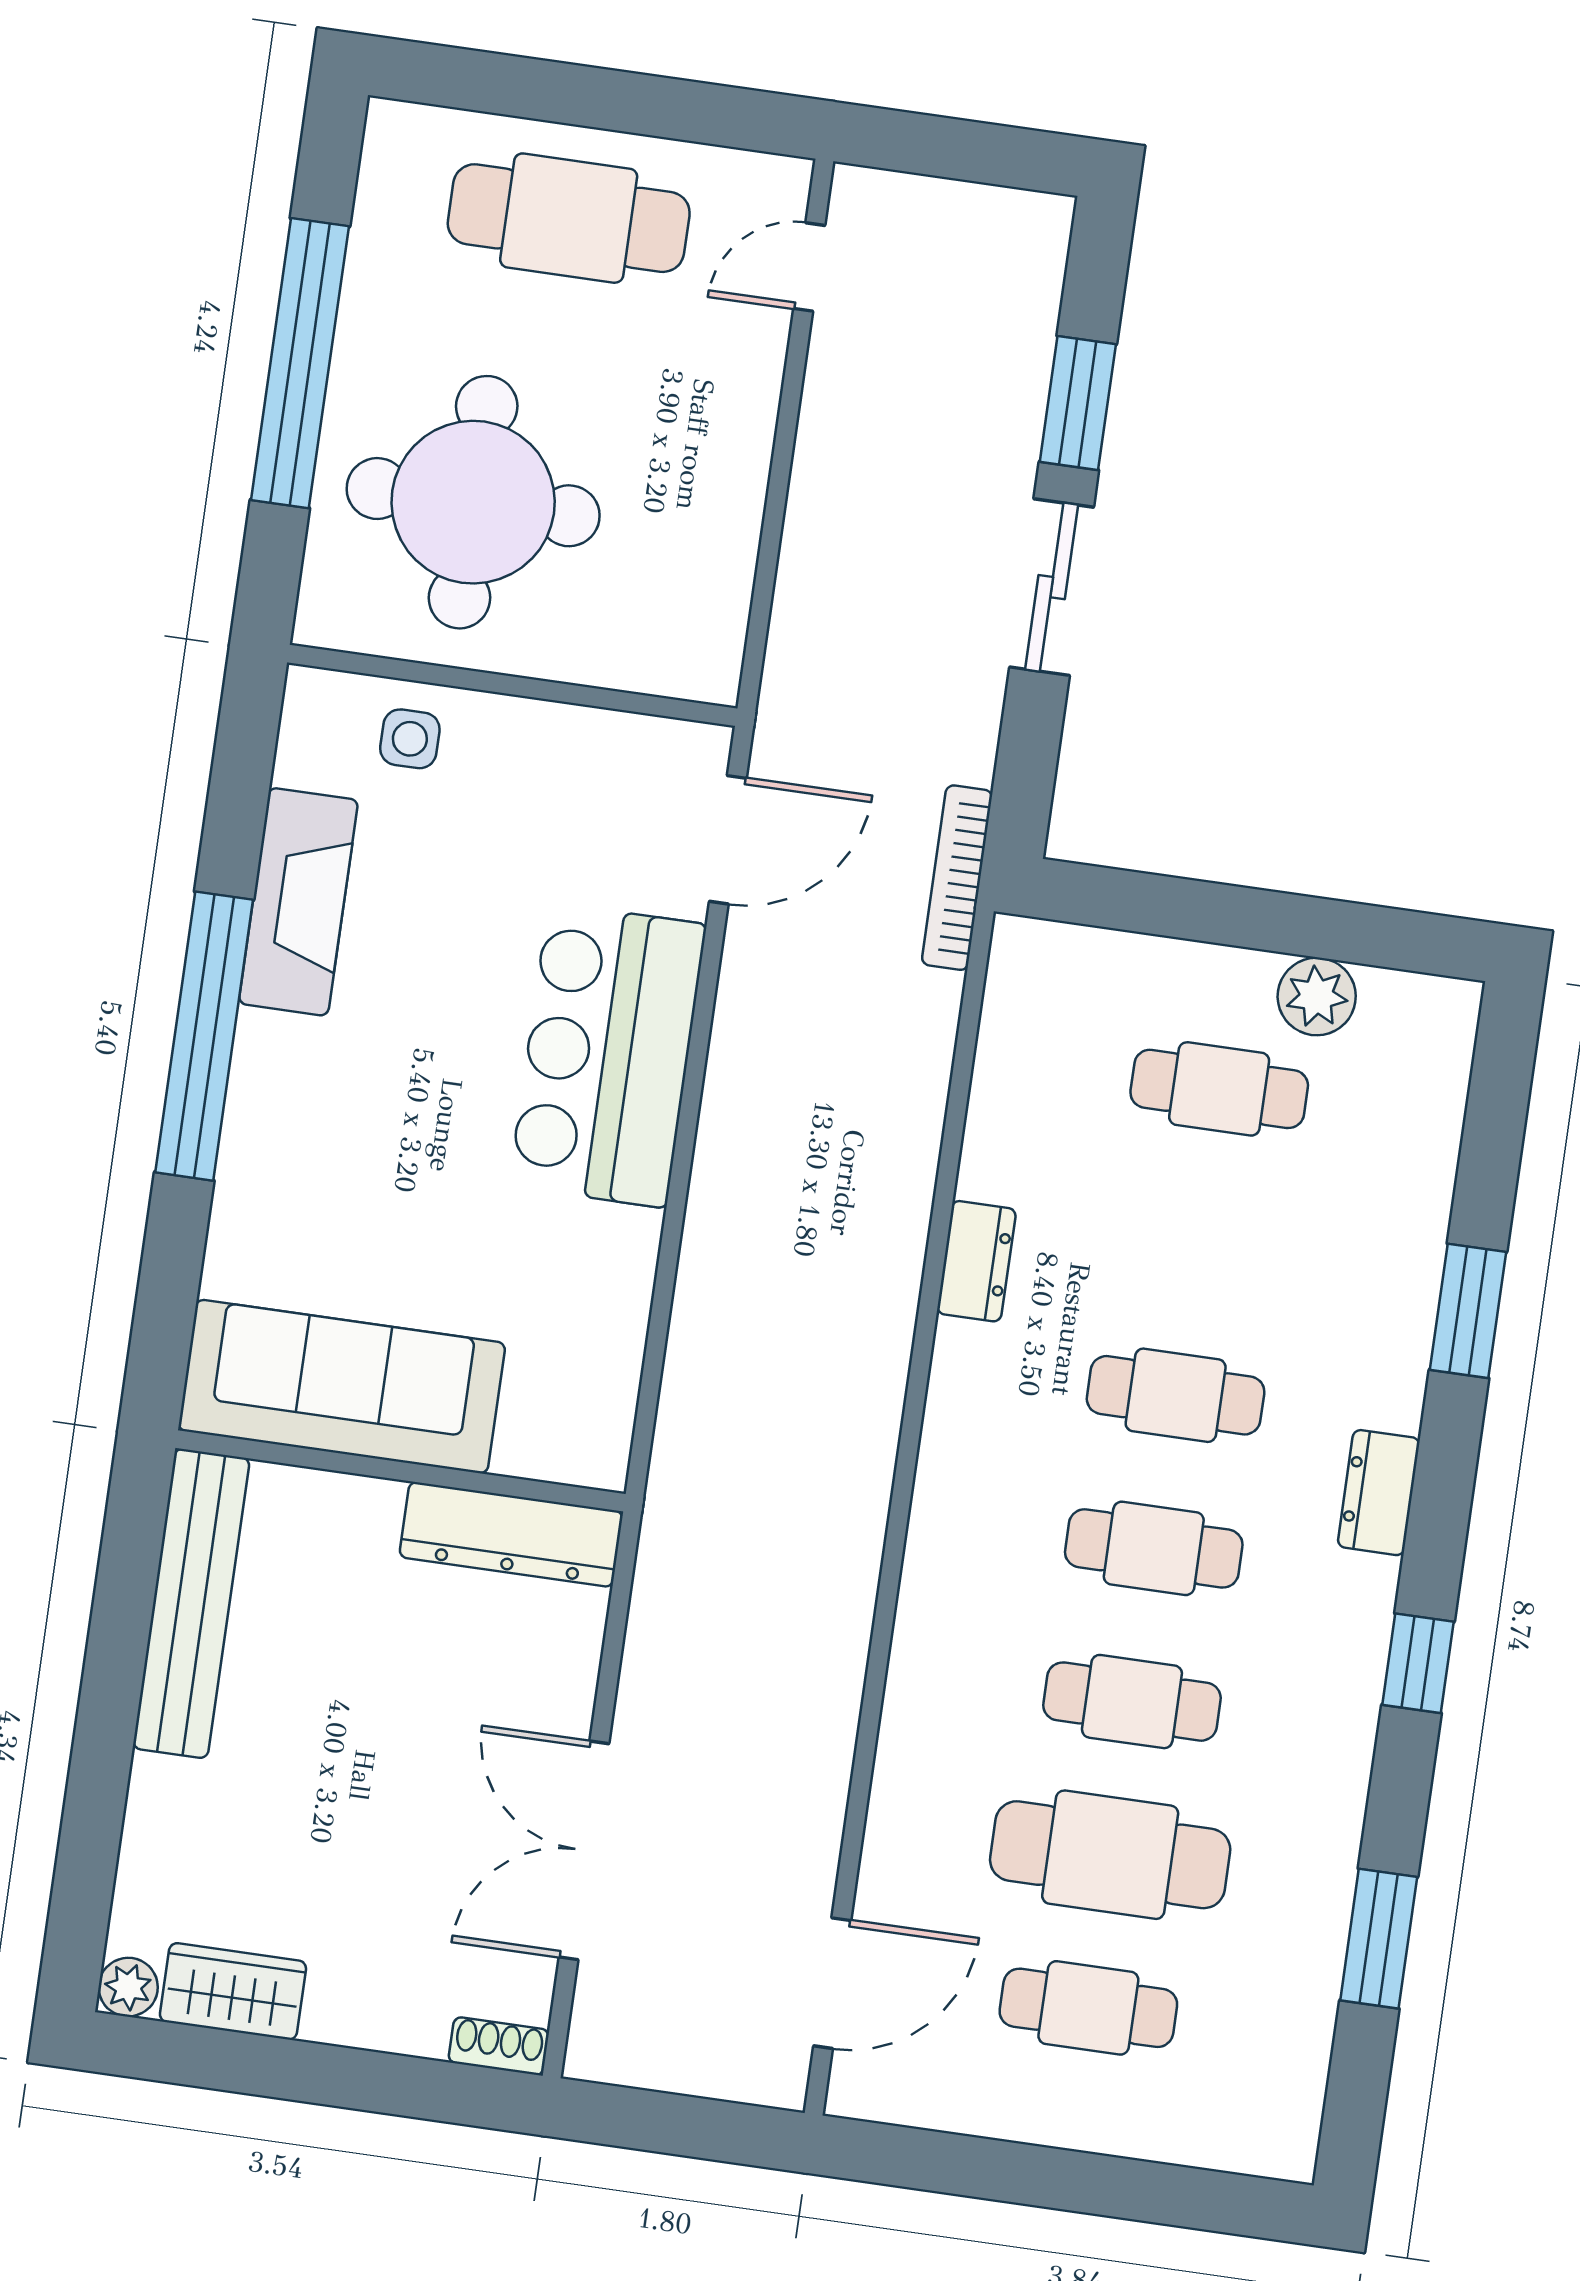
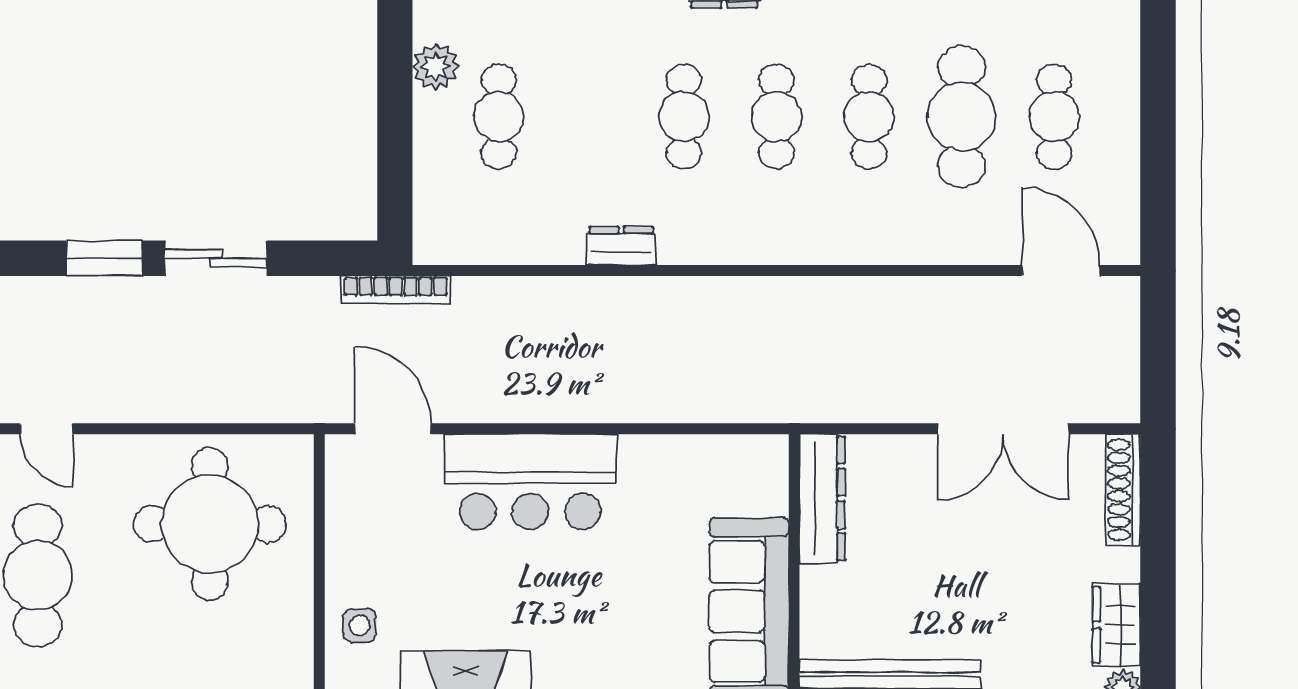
round table: (473, 502) -> (210, 524), moved
shoe rack: (499, 2046) -> (1123, 490), width x1.94, depth x1.24

